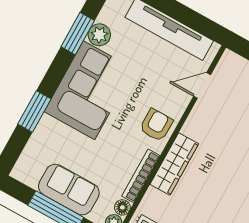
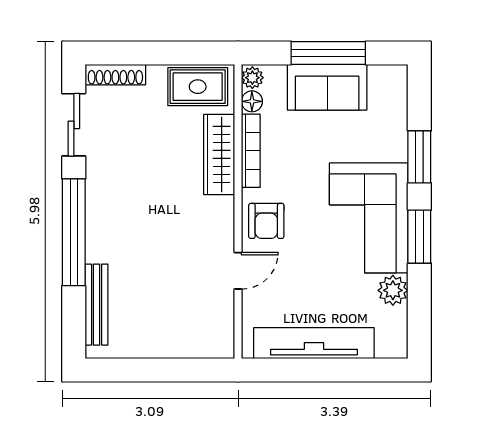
window: (78, 34) -> (419, 237), moved
door: (202, 85) -> (238, 271), moved
wardrobe: (174, 164) -> (219, 154), moved

